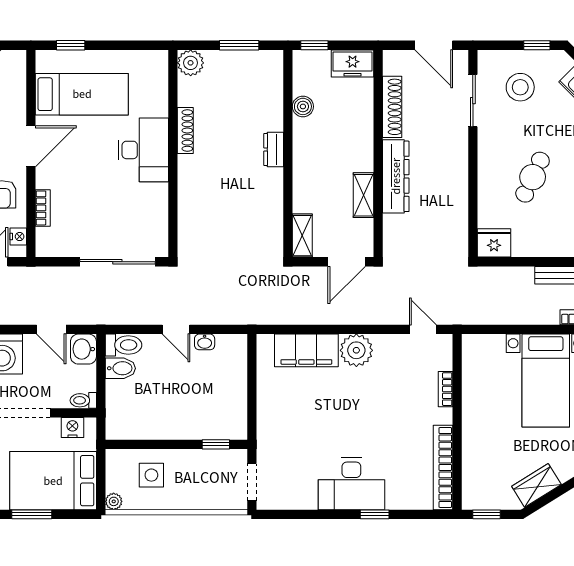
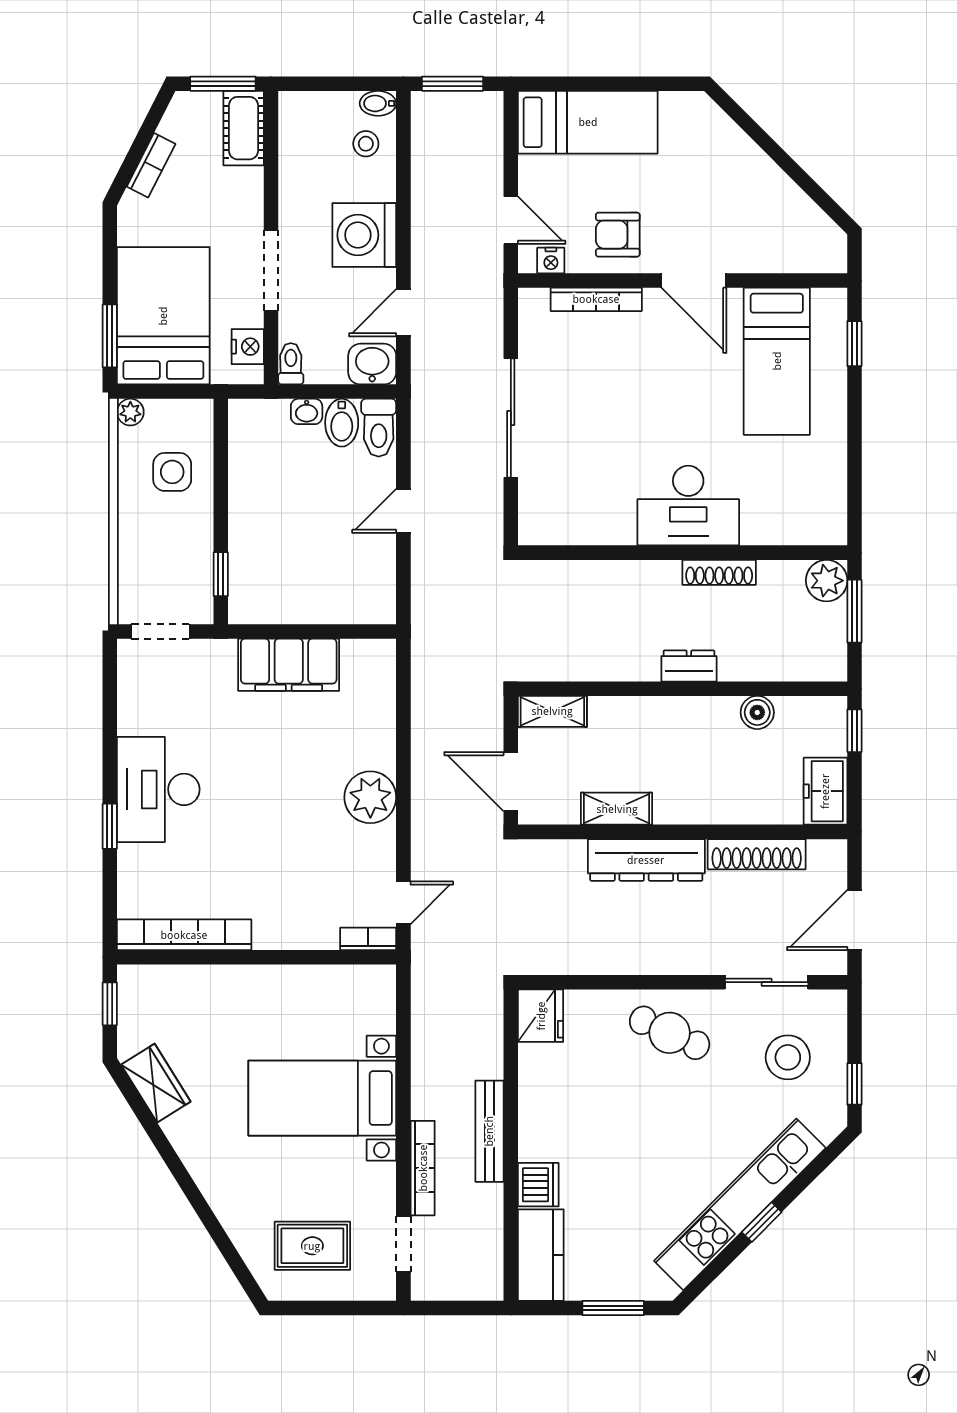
plant: (191, 63) -> (827, 581), moved
shoe rack: (185, 131) -> (719, 572), moved
desk: (143, 150) -> (688, 506), moved
wall: (173, 153) -> (683, 553), moved
cafe table: (533, 177) -> (670, 1033), moved
bookcase: (43, 208) -> (596, 299), width x1.56
washbasin: (205, 342) -> (307, 411), moved, turned -90
filing cabinet: (306, 350) -> (289, 665), moved, turned -90
bookcase: (446, 389) -> (368, 939), moved
window: (32, 514) -> (110, 336), moved

